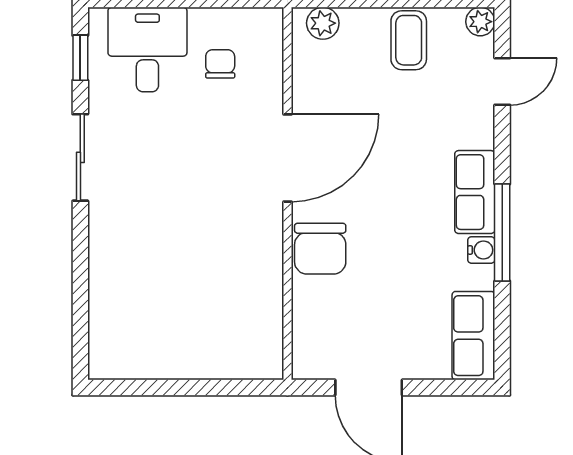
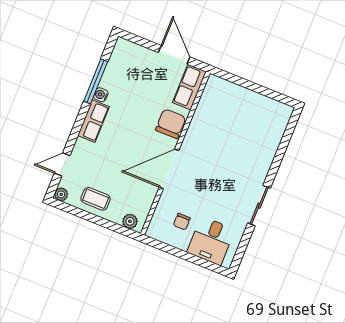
coffee table: (409, 40) -> (96, 199), turned 90
window: (80, 58) -> (242, 249), removed
window: (502, 232) -> (96, 81), moved
row of seats: (473, 336) -> (189, 87), moved, turned 180

